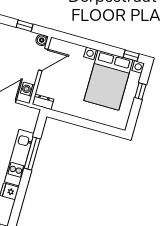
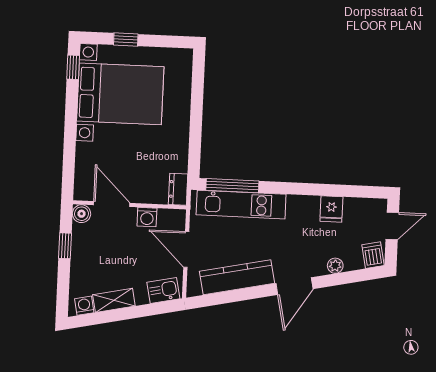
washing machine: (28, 89) -> (147, 217), moved
window: (32, 153) -> (232, 186), moved
kitchen unit: (19, 158) -> (241, 205), moved

